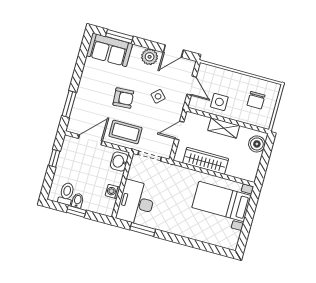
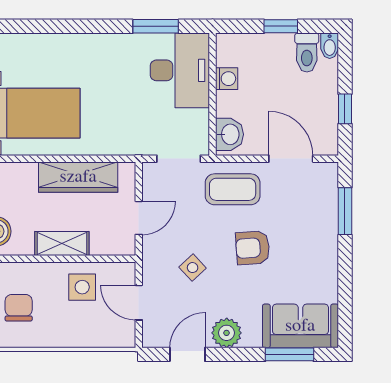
door: (90, 140) -> (291, 159), swing flipped
bidet: (78, 201) -> (330, 46), moved

